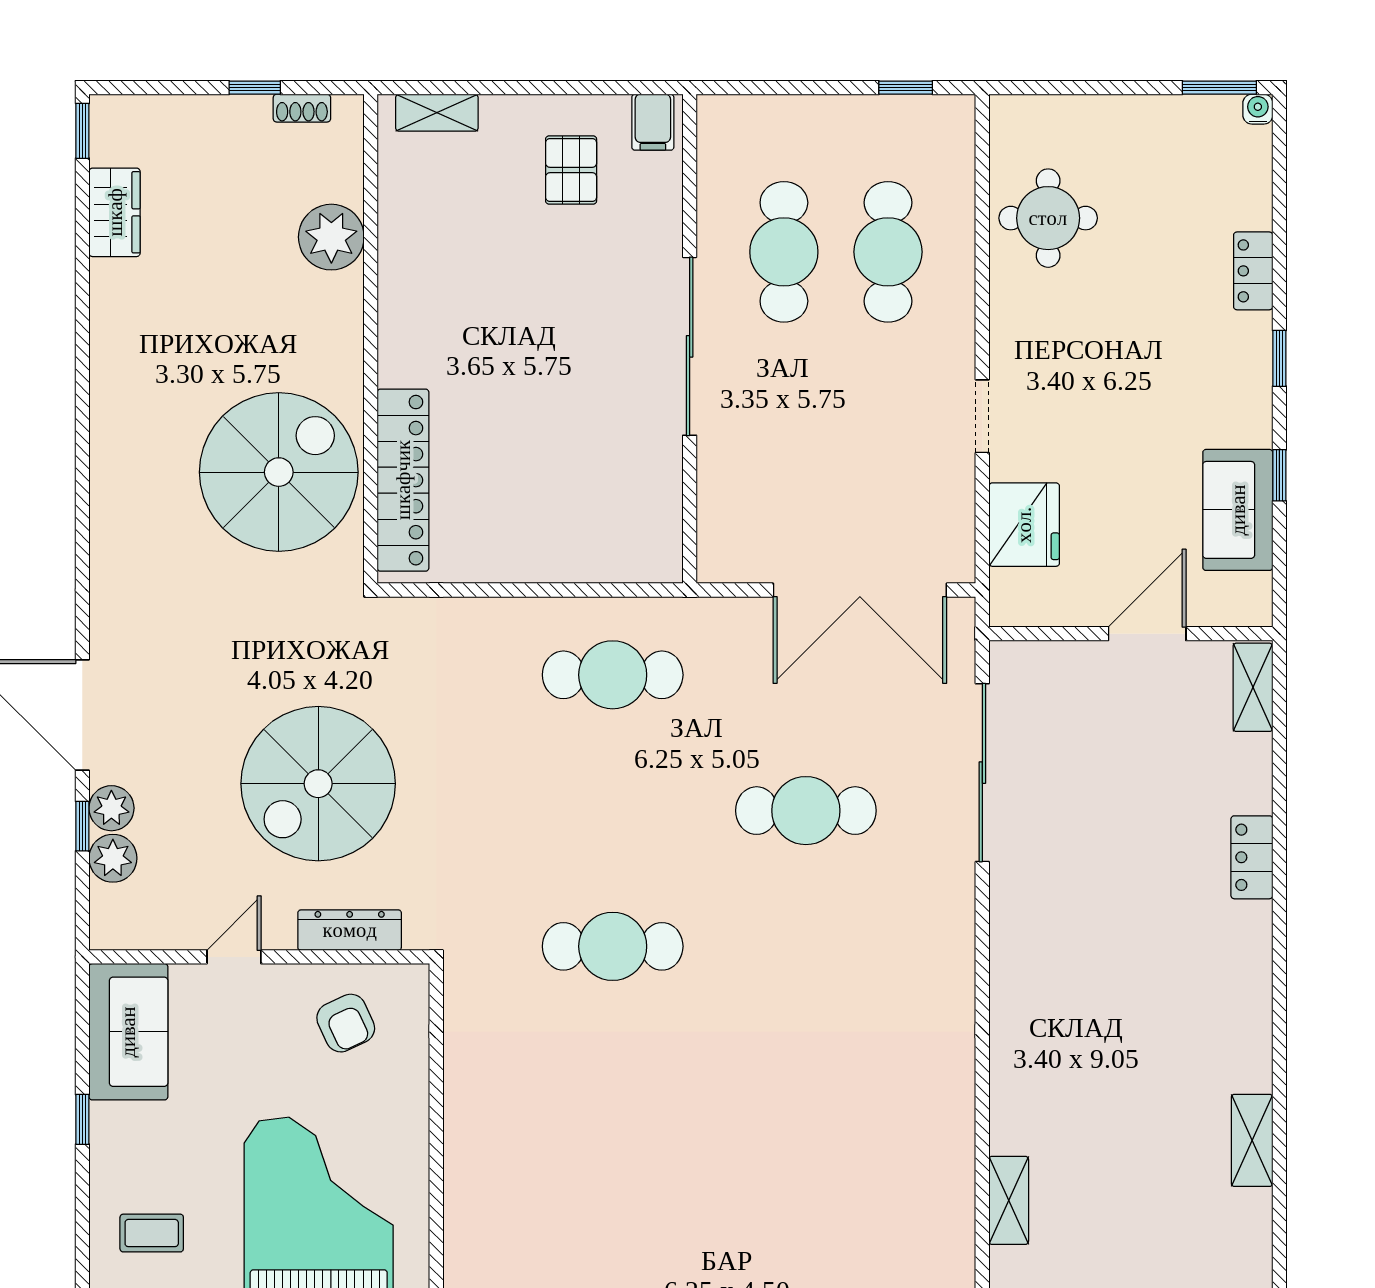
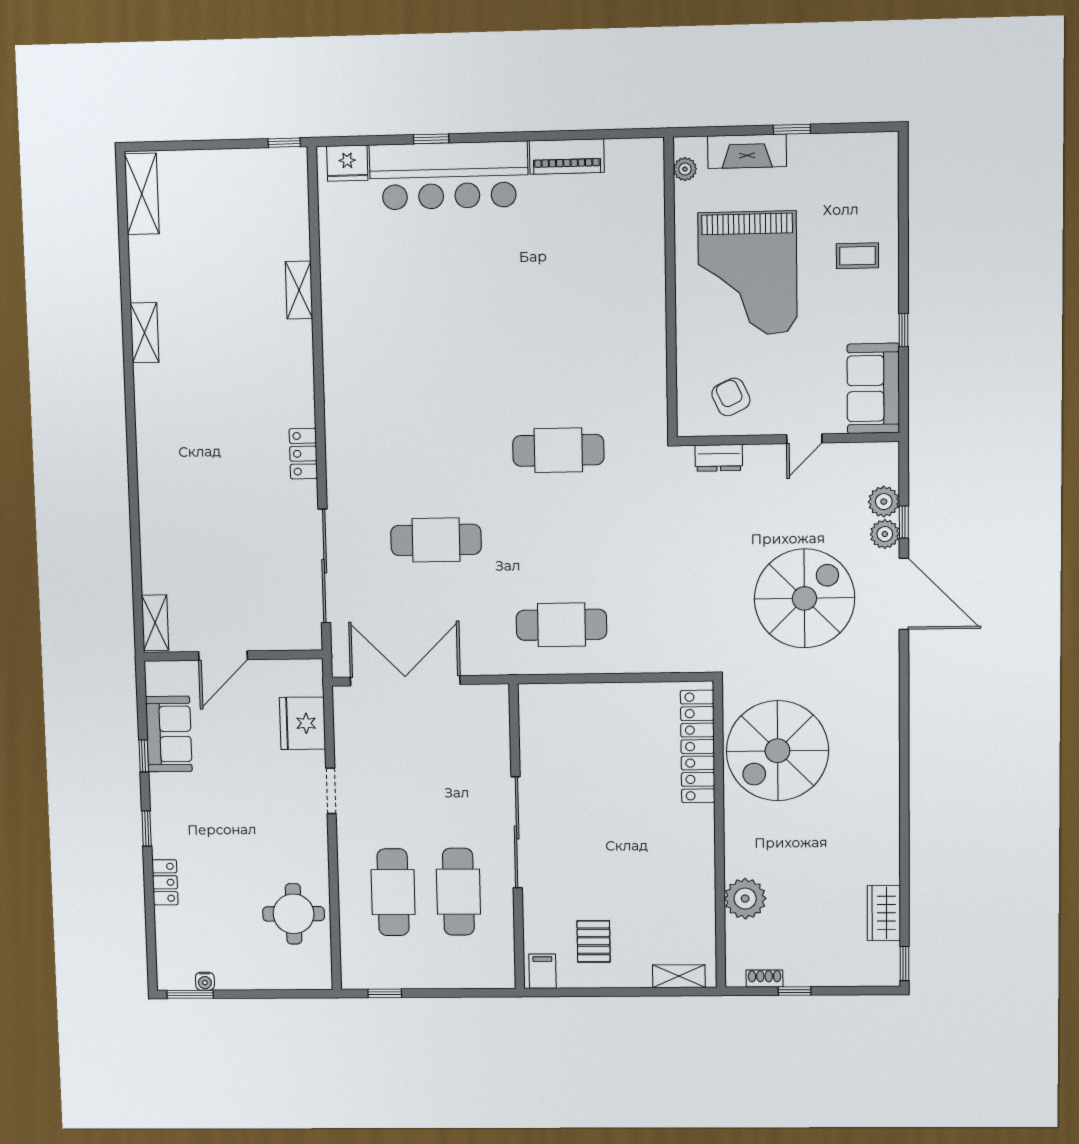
water cooler: (1258, 109) -> (205, 981), moved
spiral stairs: (318, 784) -> (804, 598), moved
locker: (1252, 857) -> (303, 454), moved, turned 180
dresser: (350, 930) -> (719, 458), width x0.70

